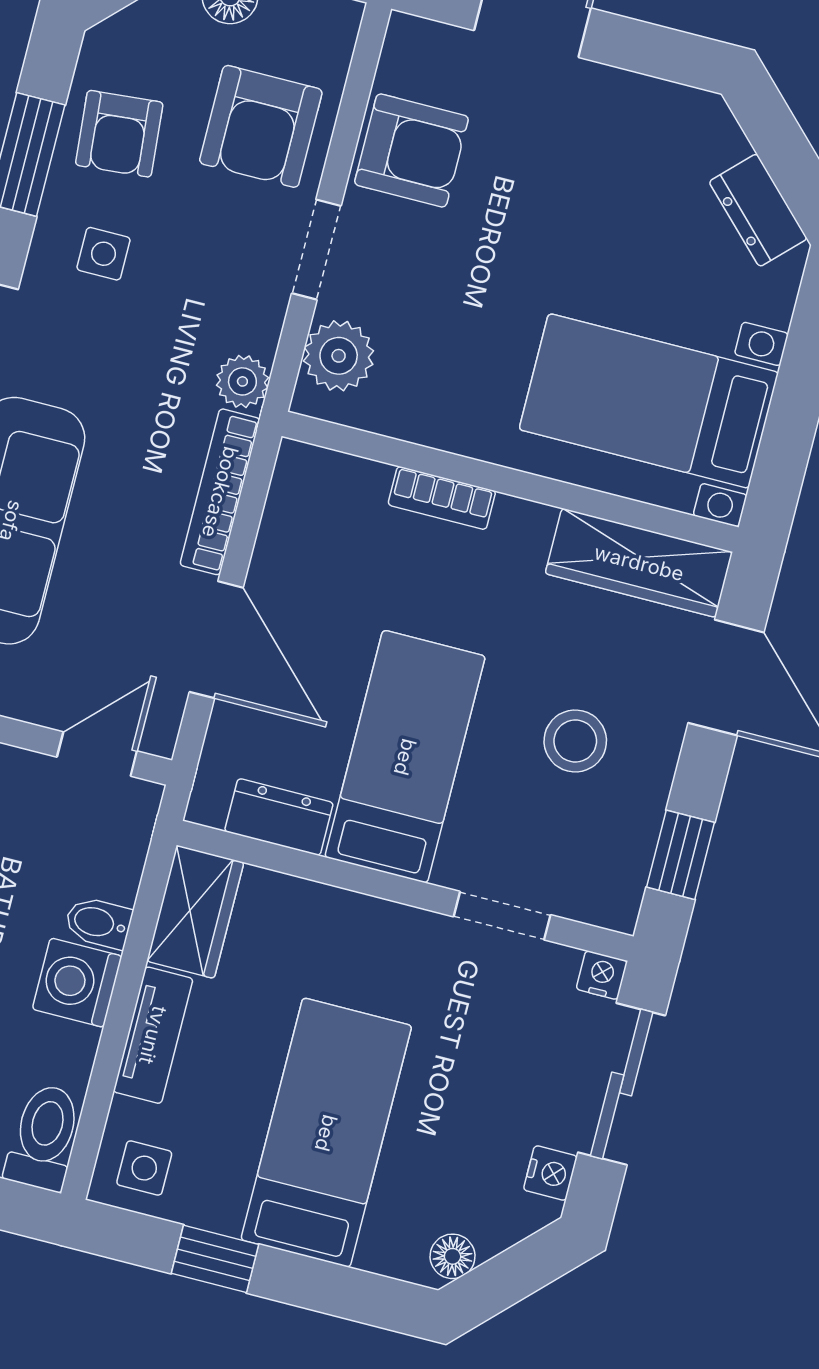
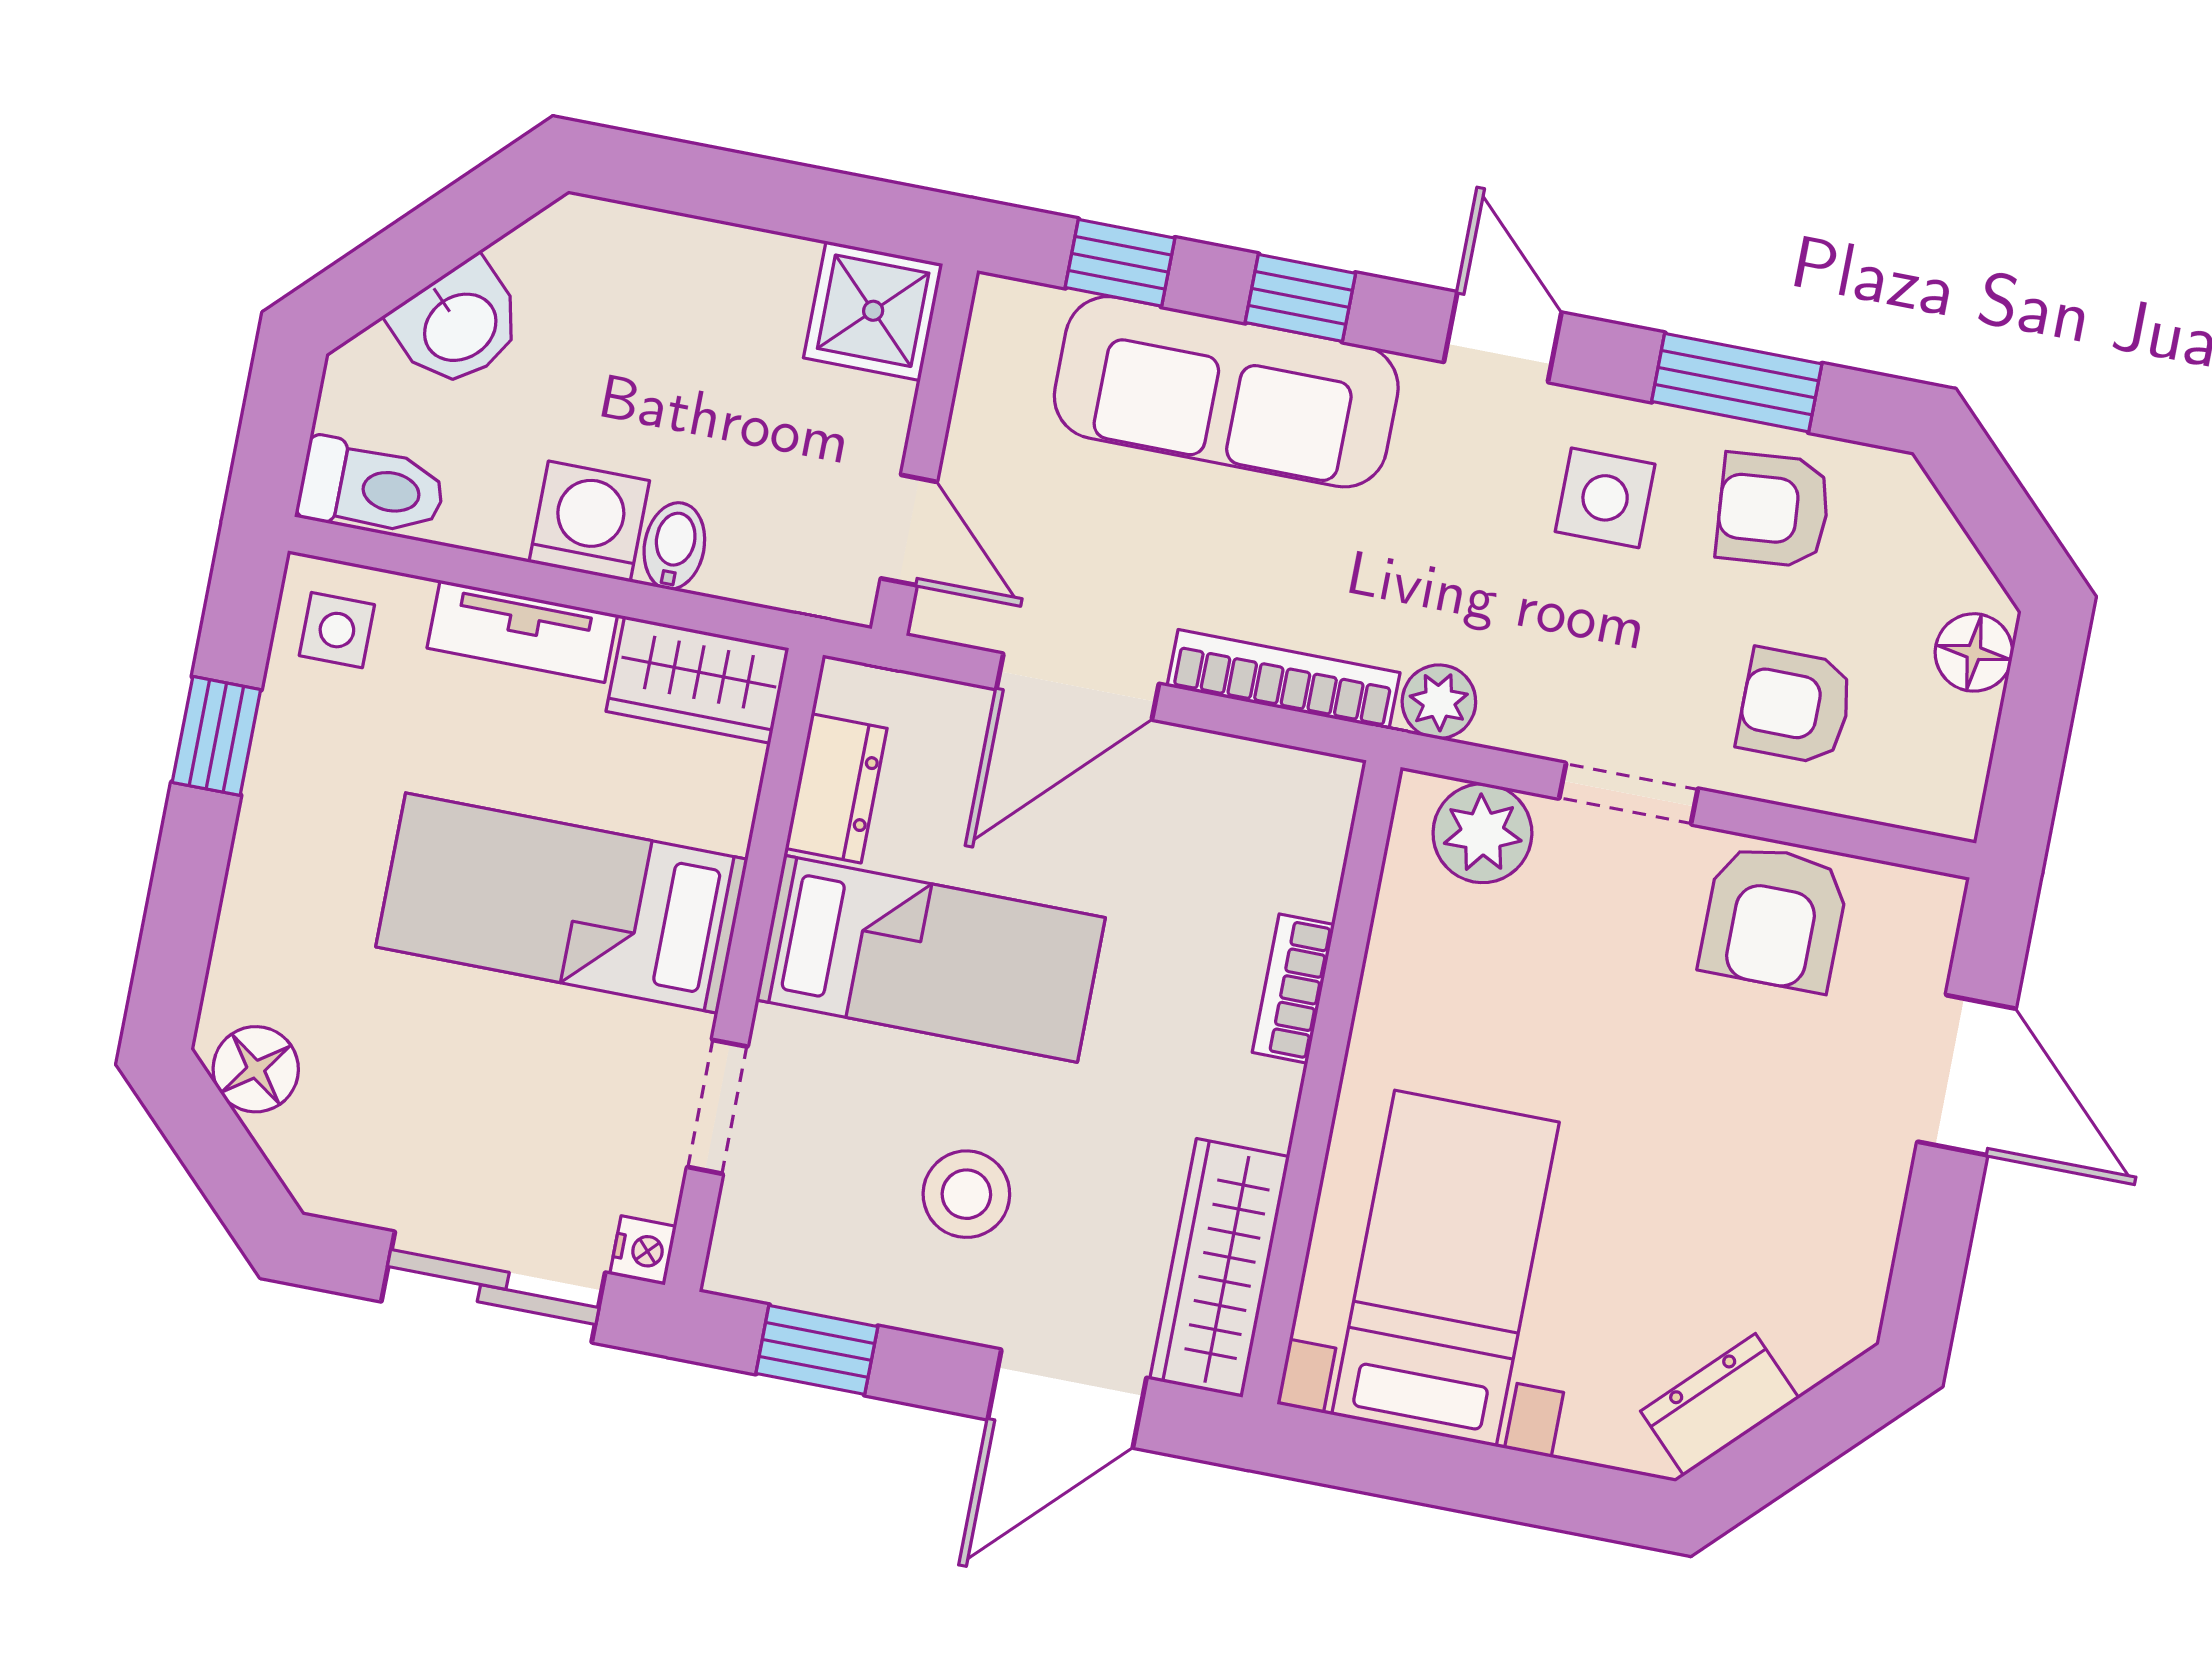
armchair: (261, 126) -> (1795, 706), width x0.72, depth x0.72
side table: (104, 254) -> (1605, 498), width x1.37, depth x1.37
bed: (326, 1133) -> (562, 903), moved, turned 180
nightstand: (550, 1173) -> (363, 1195), removed
floor lamp: (453, 1256) -> (256, 1069), width x1.37, depth x1.37

